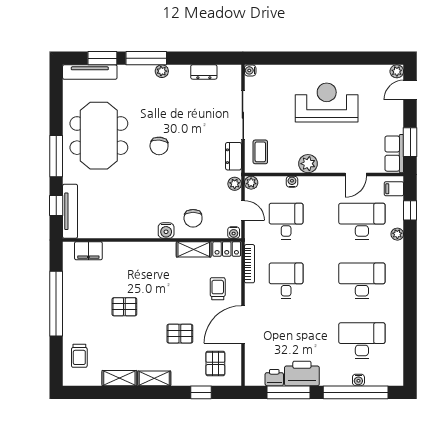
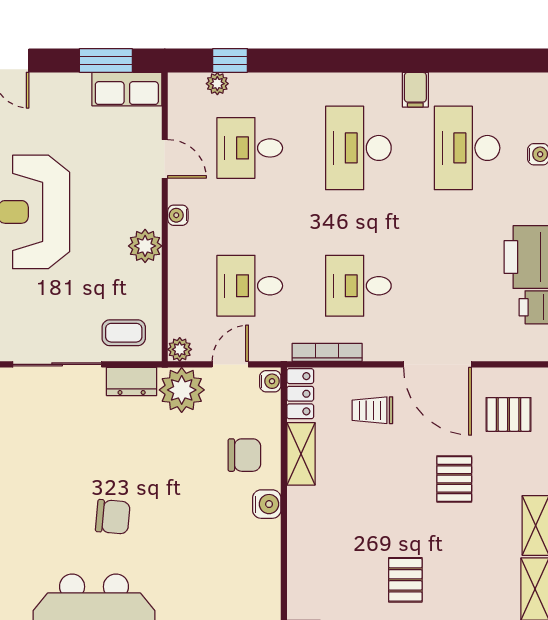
water cooler: (292, 182) -> (178, 215), moved
plant: (235, 184) -> (182, 390), width x1.88, depth x1.88
filing cabinet: (394, 189) -> (415, 90), moved
desk: (362, 221) -> (250, 148), width x0.73
plant: (397, 234) -> (217, 84), moved

